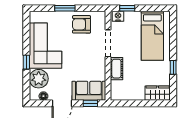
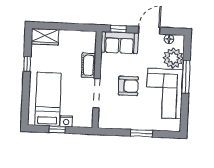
window: (127, 8) -> (57, 130), moved
nightstand: (118, 16) -> (66, 121), moved
armchair: (82, 24) -> (128, 86), moved
window: (26, 62) -> (186, 77), width x2.17

